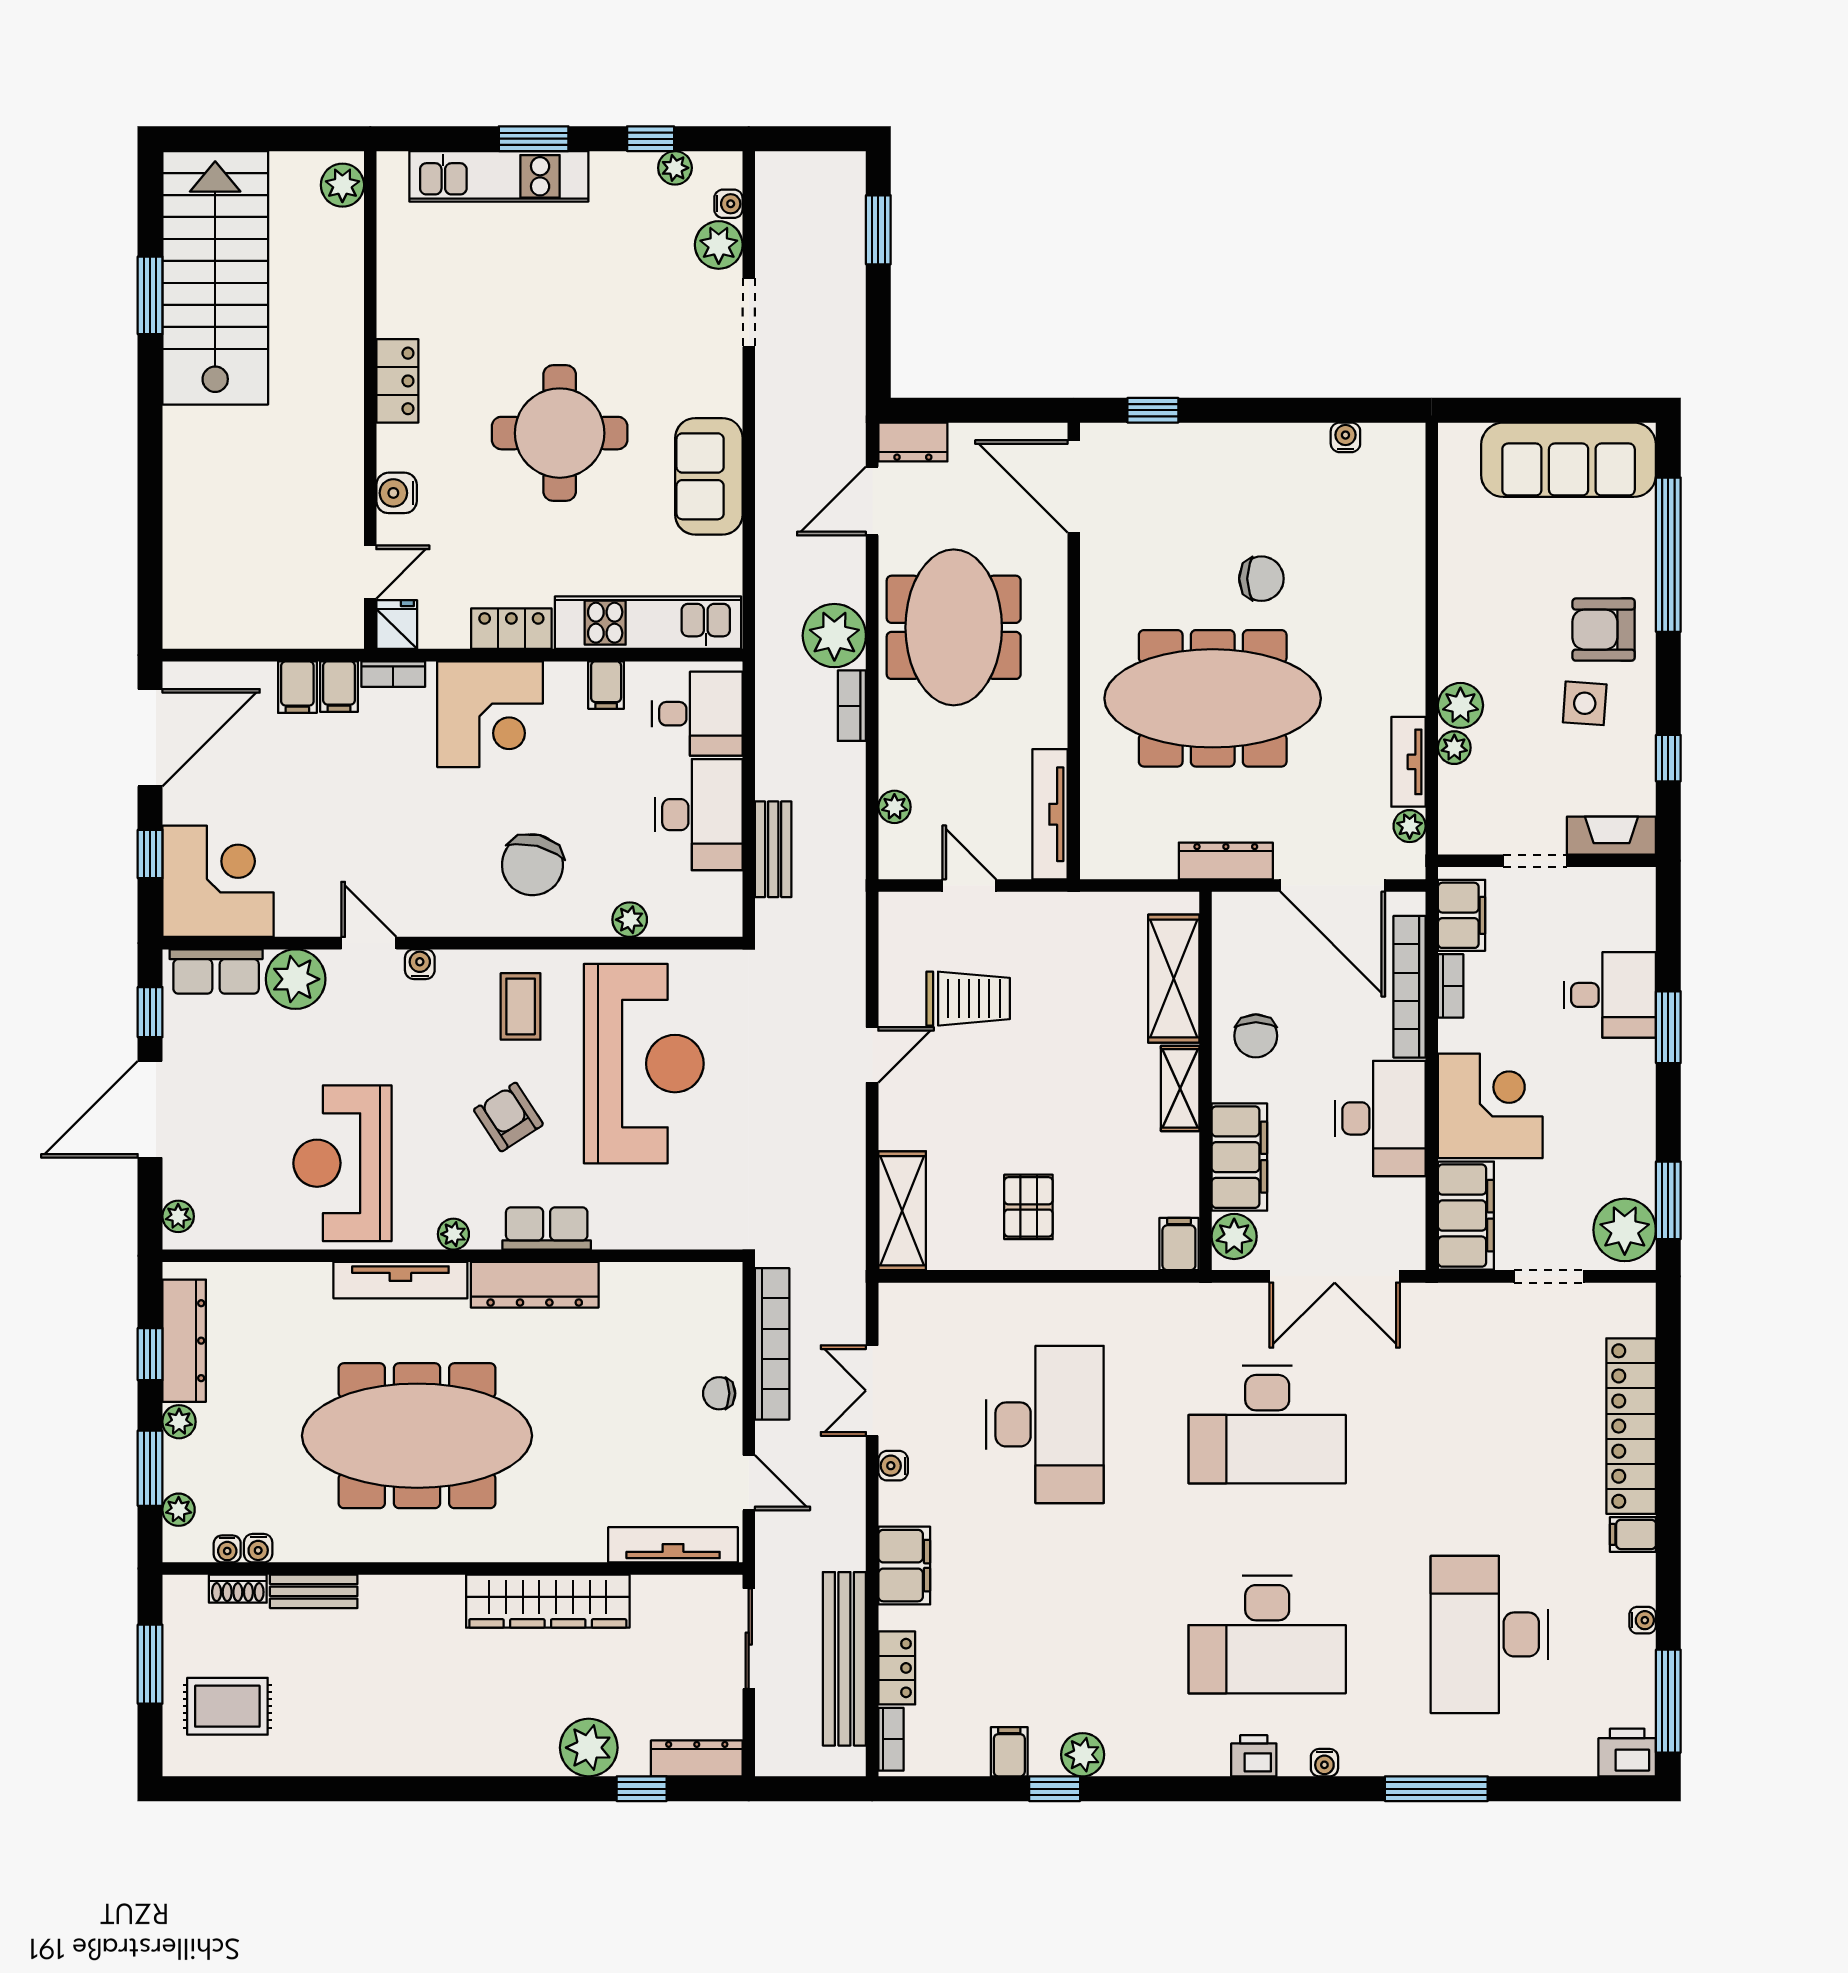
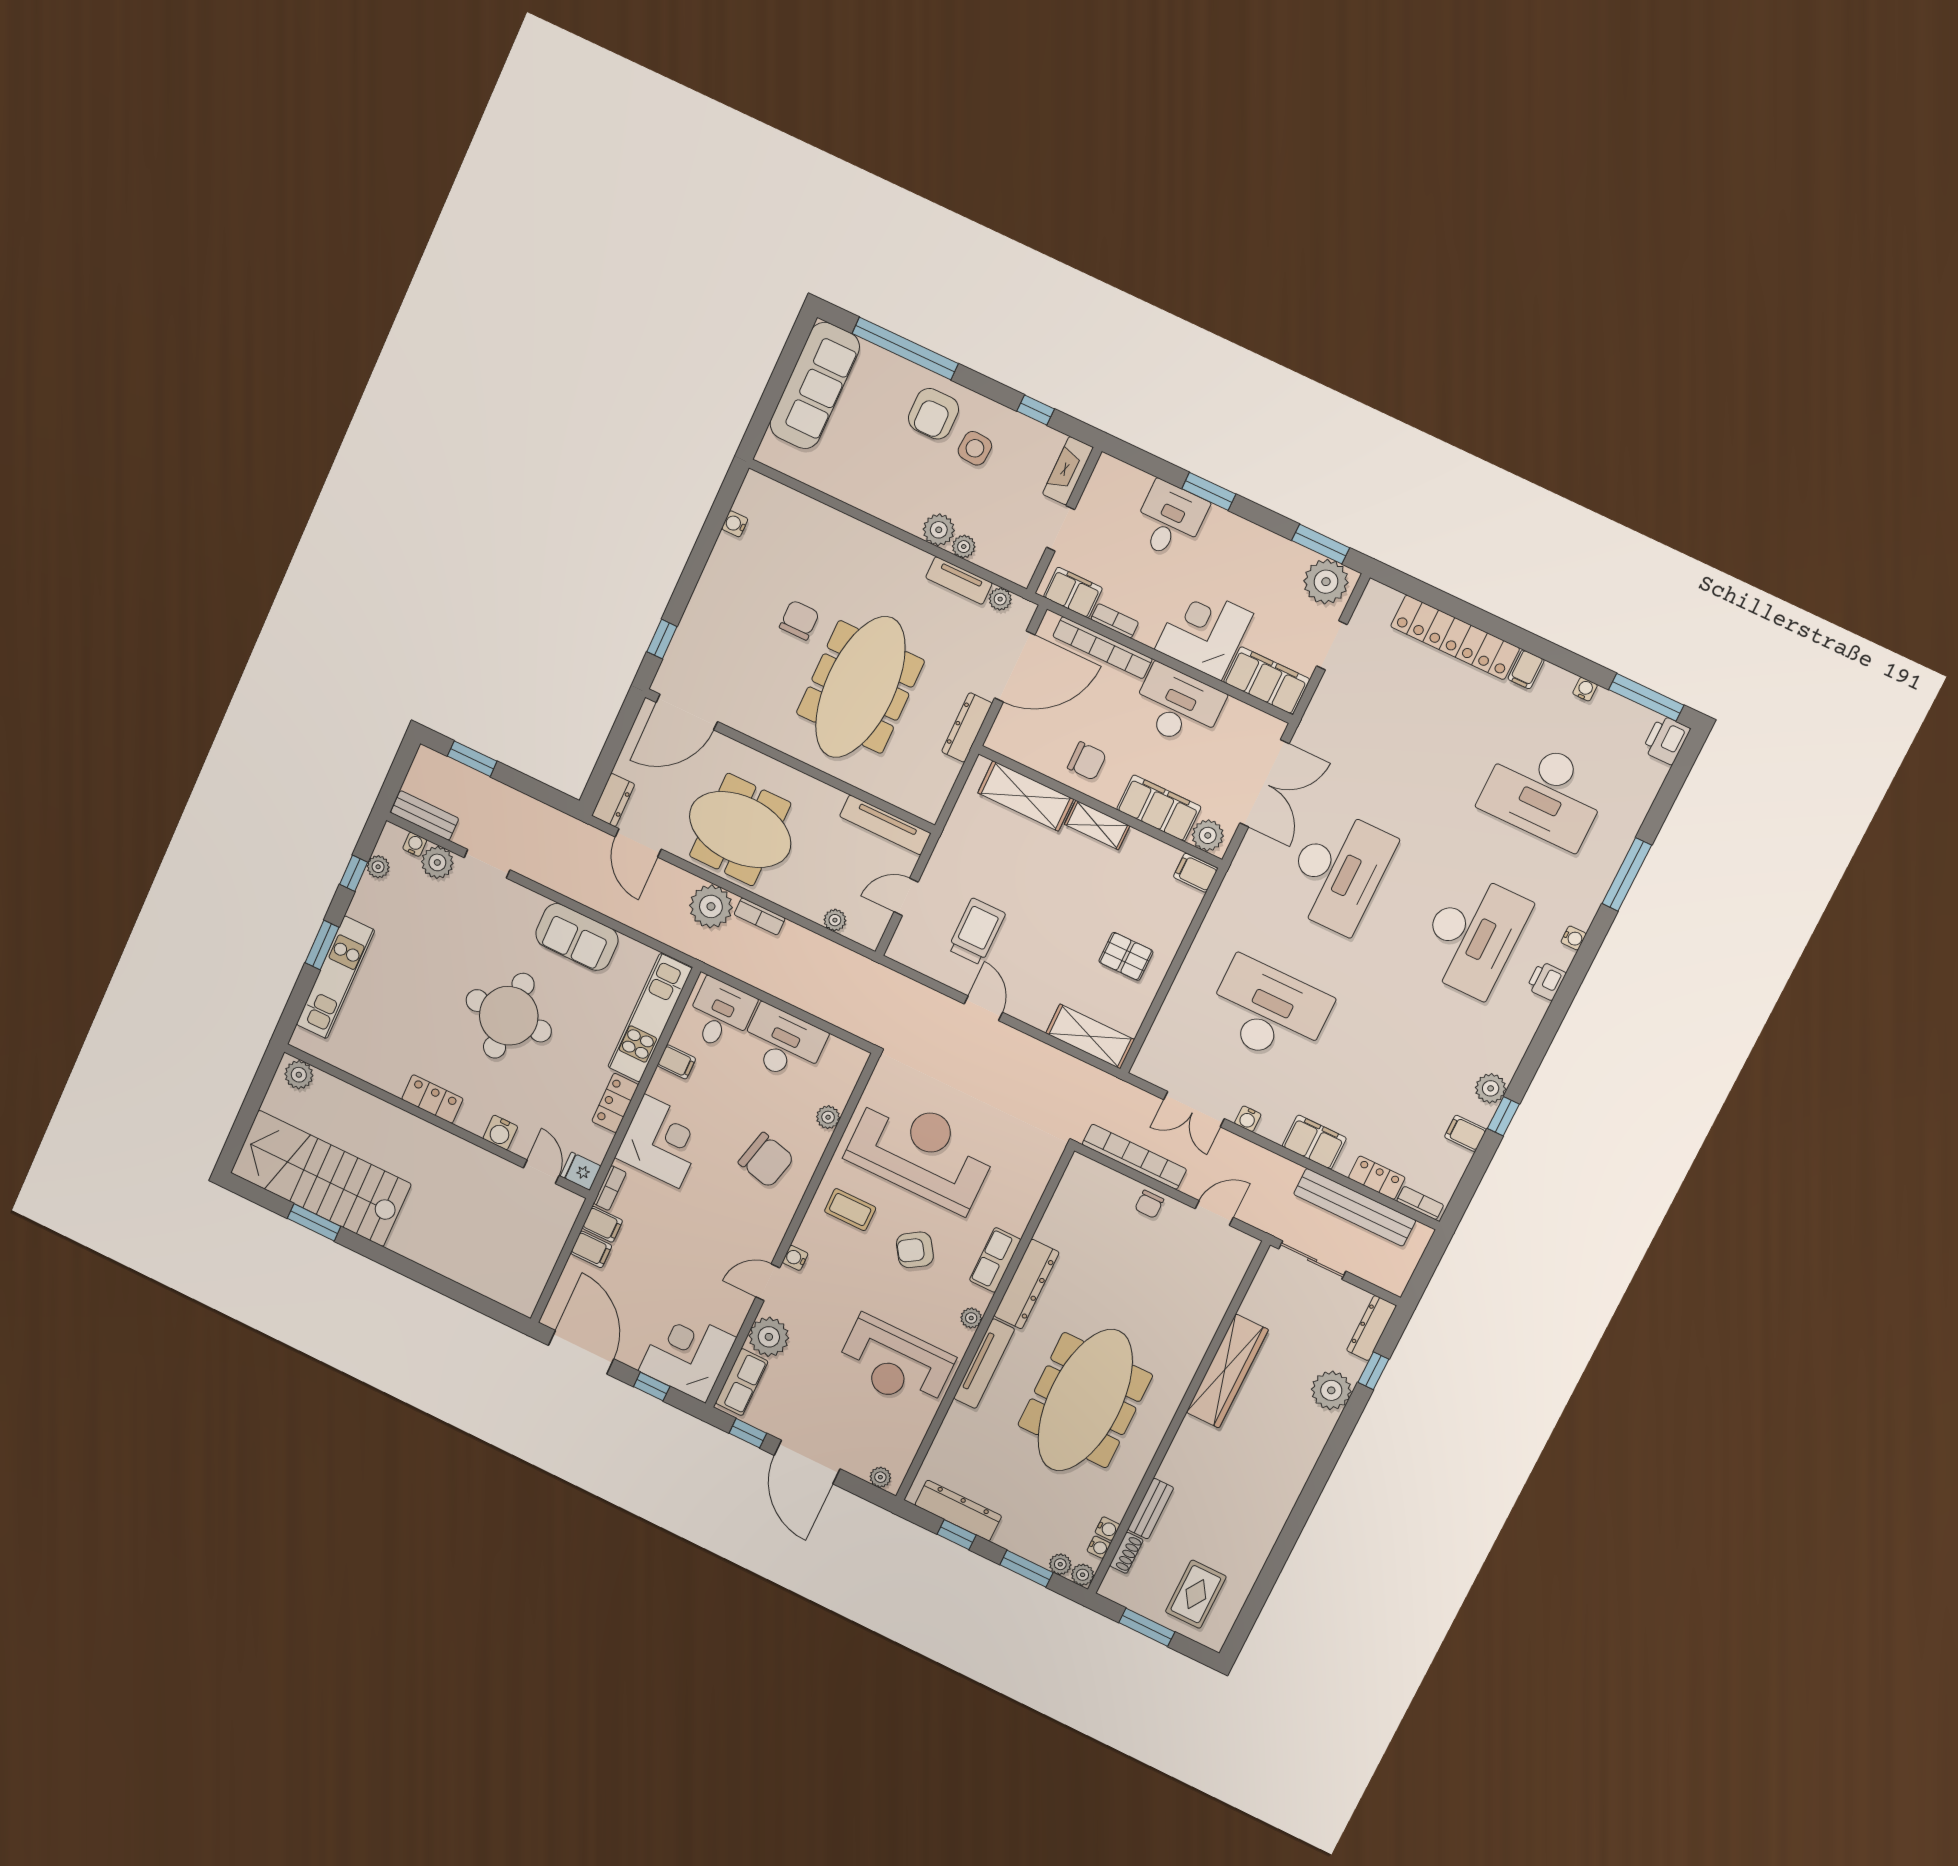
bench: (773, 849) -> (425, 815), moved
plant: (179, 1422) -> (1083, 1575), moved
tv unit: (673, 1545) -> (1230, 1278), removed

